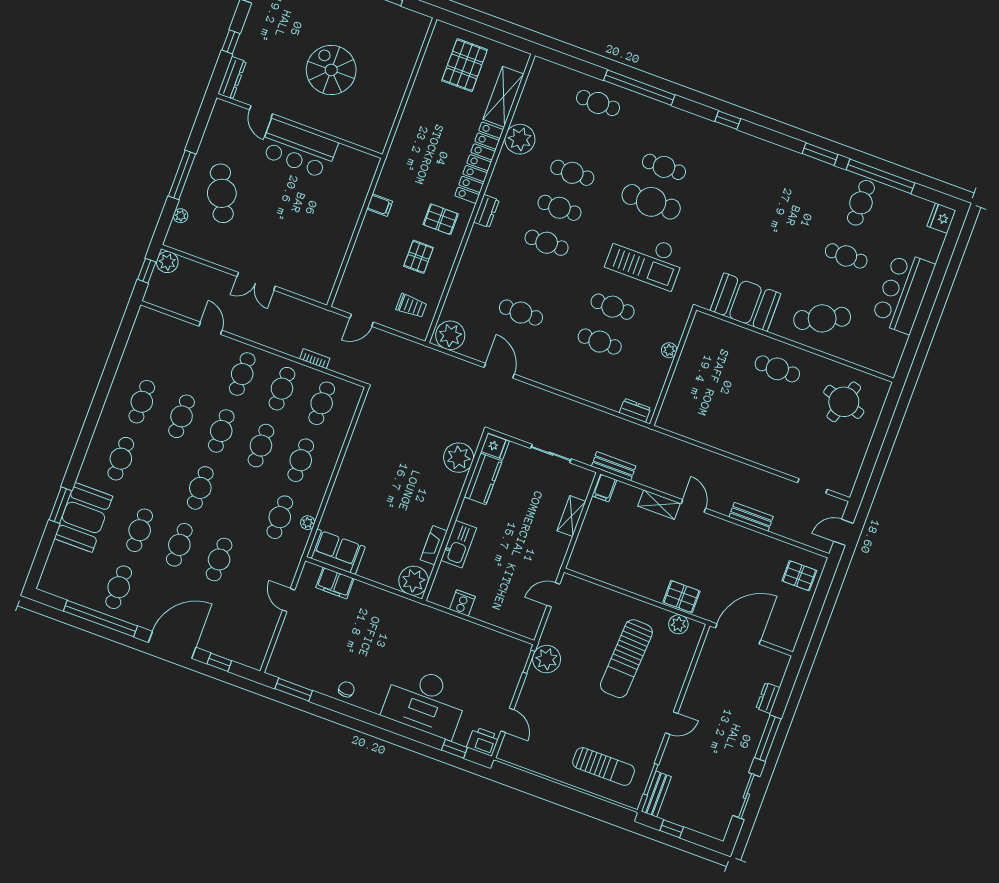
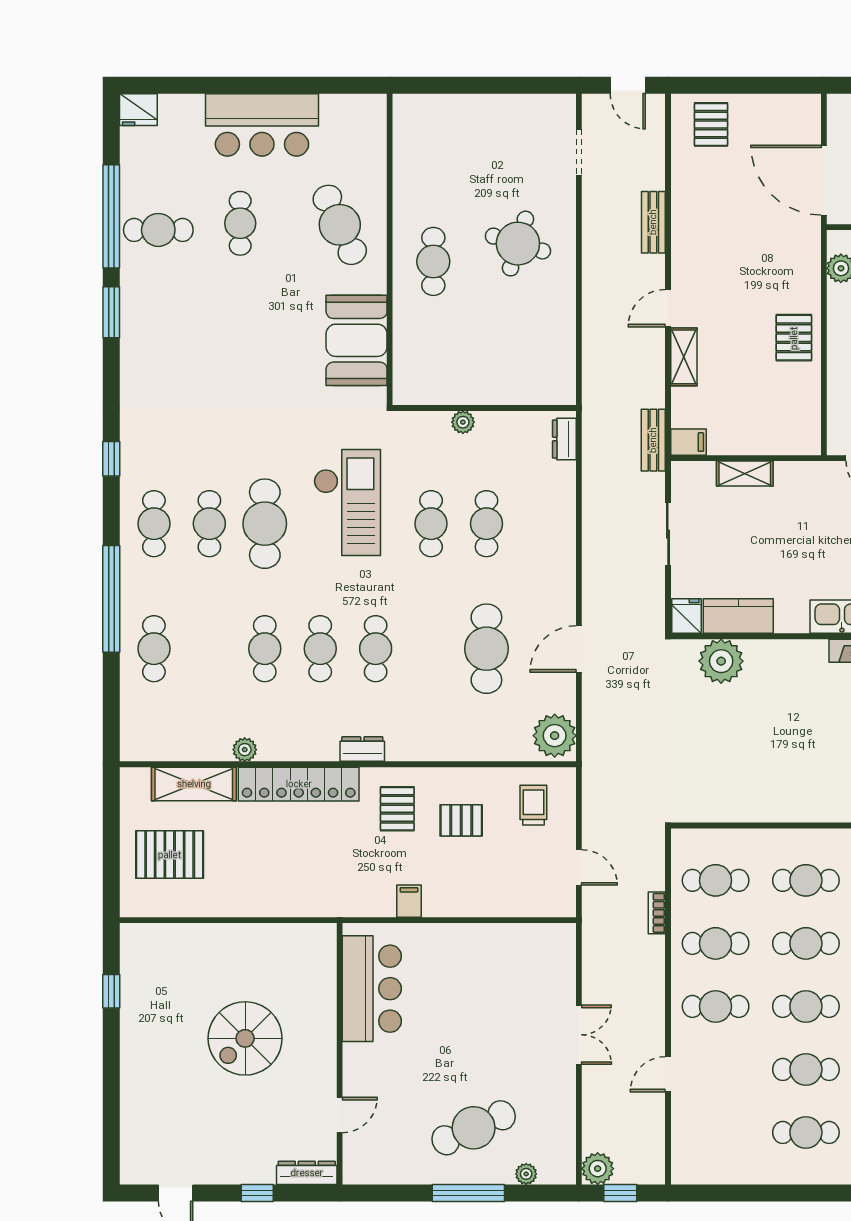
cafe table: (677, 132) -> (154, 524), added
plant: (520, 139) -> (245, 750), width x0.53, depth x0.53
bar counter: (299, 149) -> (372, 989), moved
cafe table: (521, 313) -> (486, 649), width x1.37, depth x1.35
round table: (844, 402) -> (518, 244), moved
pallet: (682, 597) -> (794, 338), moved

